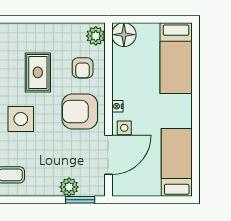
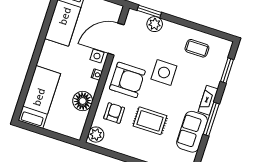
floor lamp: (124, 35) -> (83, 101), moved
rug: (38, 72) -> (150, 121), turned 90
side table: (21, 119) -> (164, 72), moved

